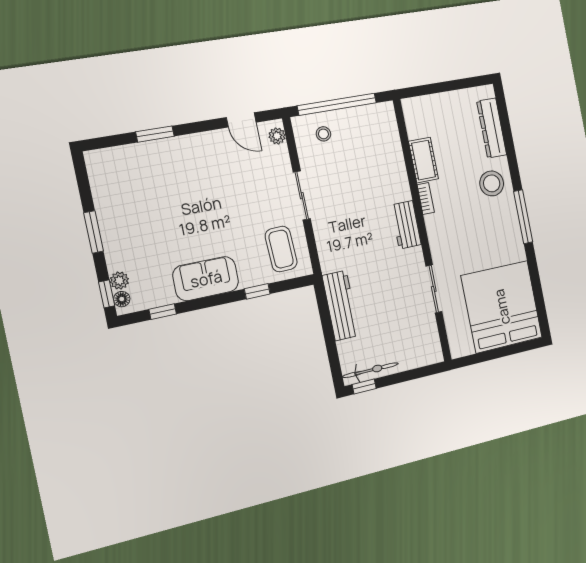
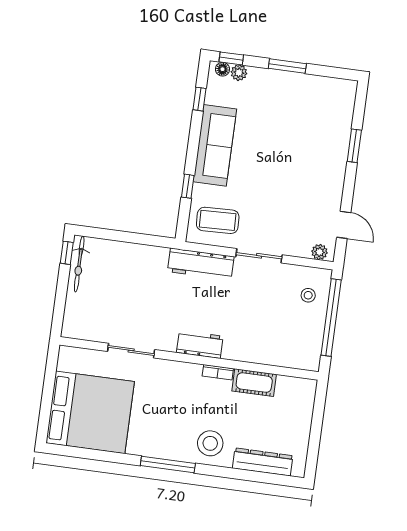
door: (241, 120) -> (344, 225), swing flipped
sofa: (206, 279) -> (215, 145), width x1.36
workbench: (341, 306) -> (201, 264), moved

